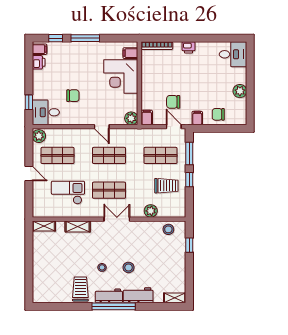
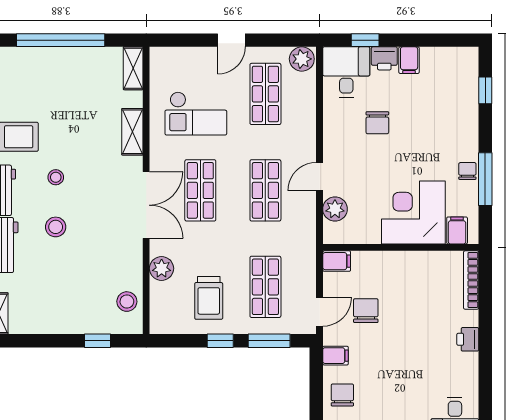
window: (85, 38) -> (485, 179), moved
chair: (99, 48) -> (467, 171), added
filing cabinet: (39, 49) -> (409, 60), moved
printer: (39, 62) -> (384, 58), moved
plant: (131, 118) -> (335, 209), moved
checkout: (68, 193) -> (196, 113), turned 90
double door: (117, 219) -> (146, 205), width x1.37
window: (29, 265) -> (61, 40), added

